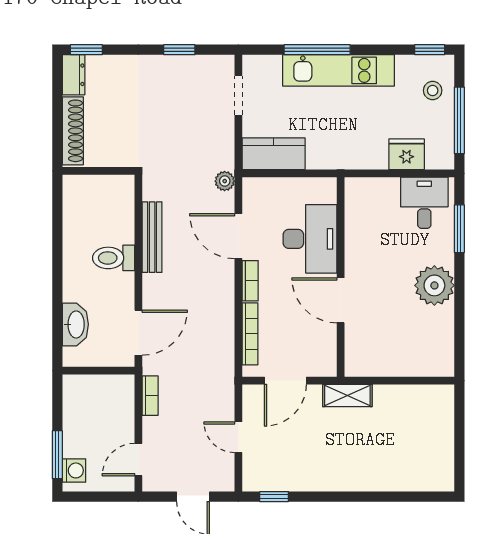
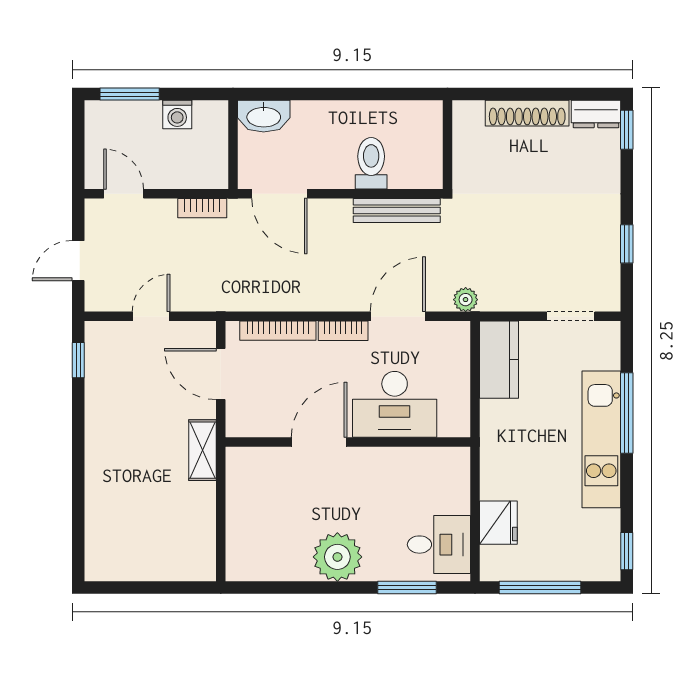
stool: (433, 90) -> (577, 555), removed
wall: (99, 171) -> (447, 145), moved
washbasin: (75, 324) -> (264, 116), moved
washing machine: (74, 470) -> (177, 115), moved

